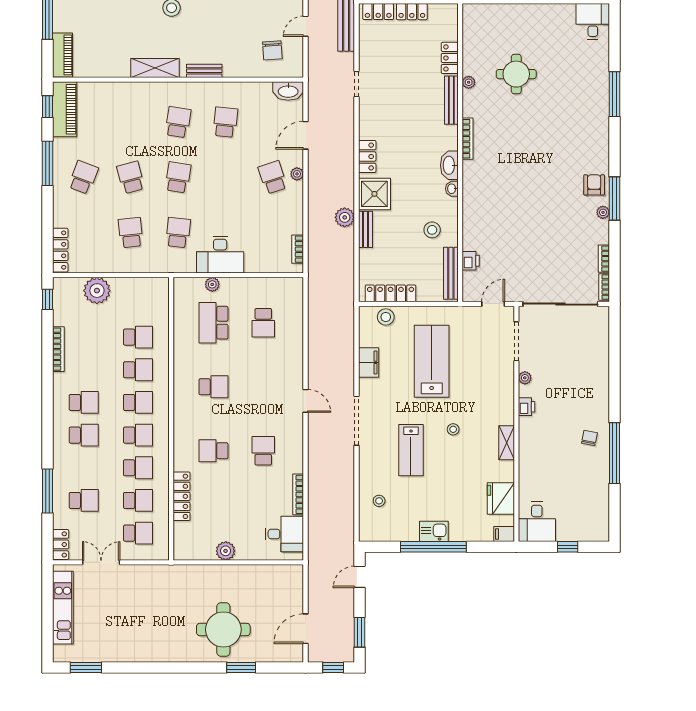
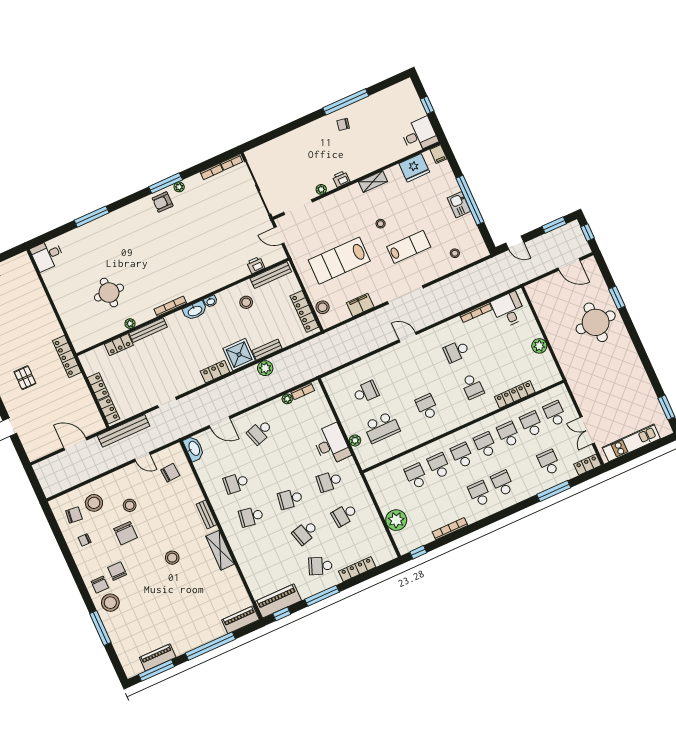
plant: (297, 174) -> (287, 399), moved
locker: (60, 250) -> (357, 569), moved
door: (306, 401) -> (408, 337), hinge flipped

